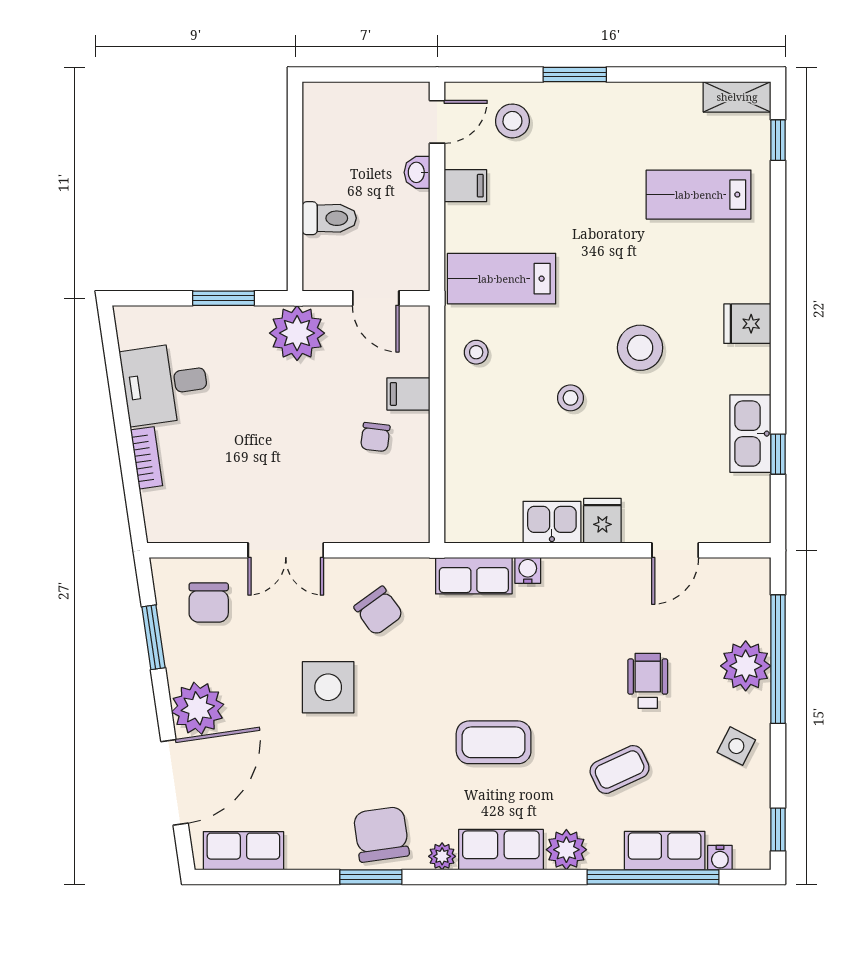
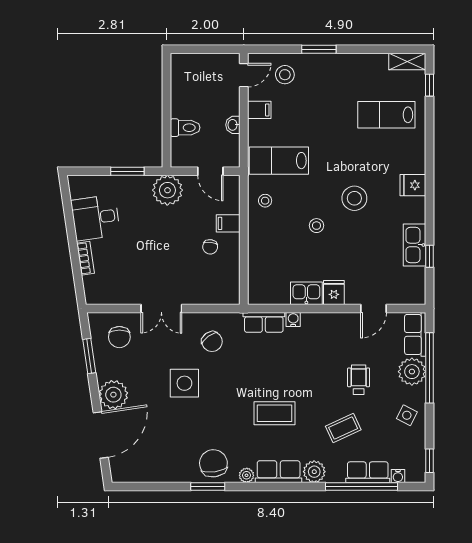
washbasin: (417, 172) -> (233, 125), moved
row of seats: (243, 851) -> (415, 334), moved, turned -90

